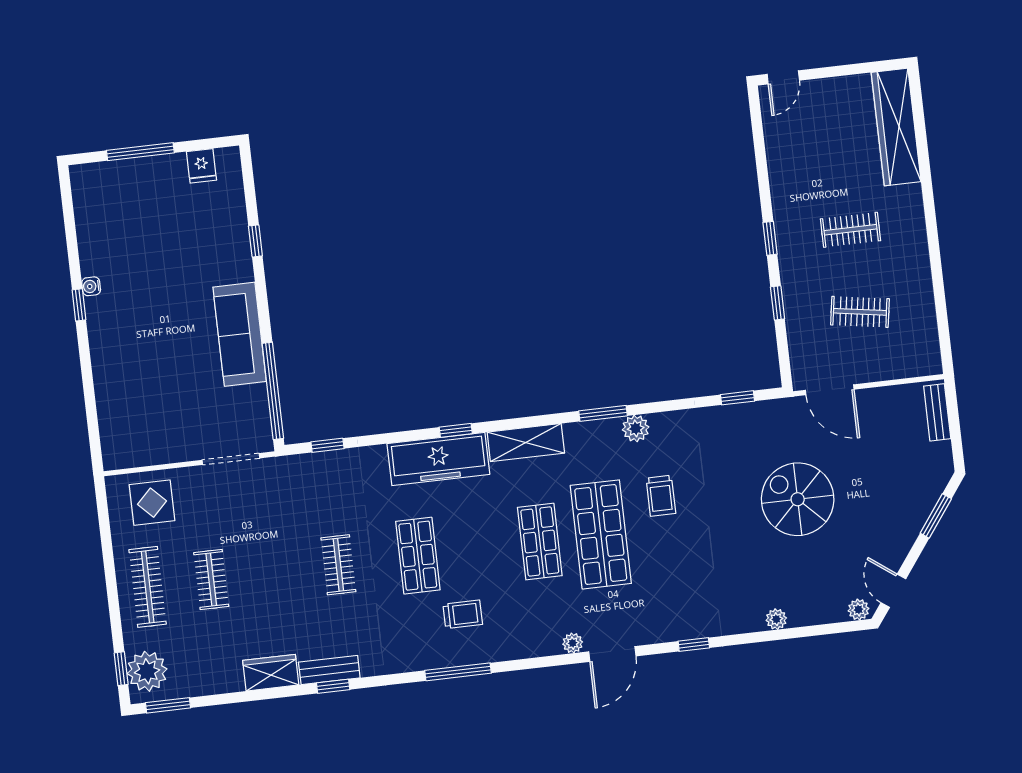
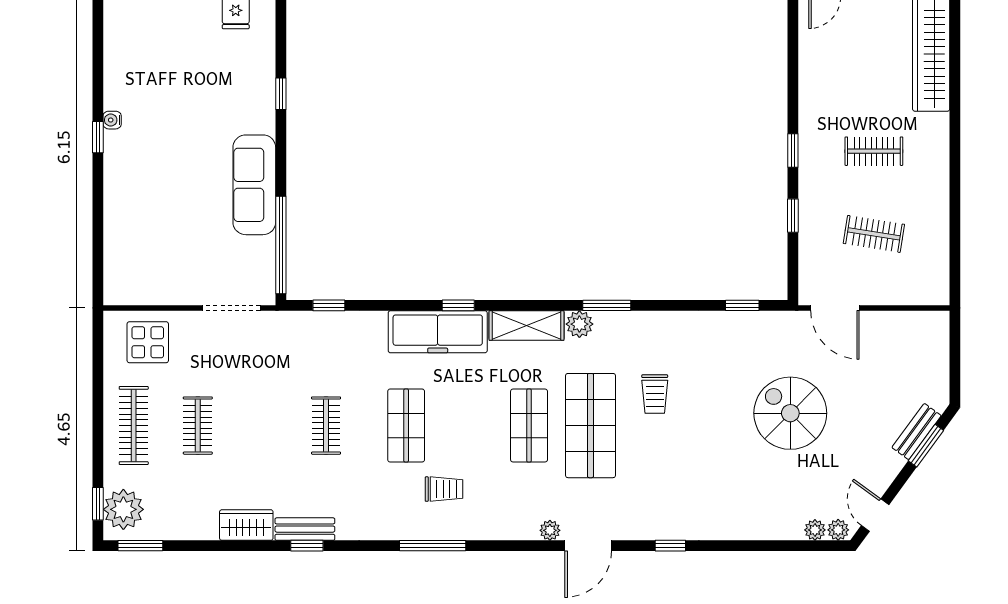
bench: (937, 412) -> (917, 432), moved, turned 36
plant: (636, 428) -> (579, 324), moved
plant: (776, 619) -> (815, 530), moved

